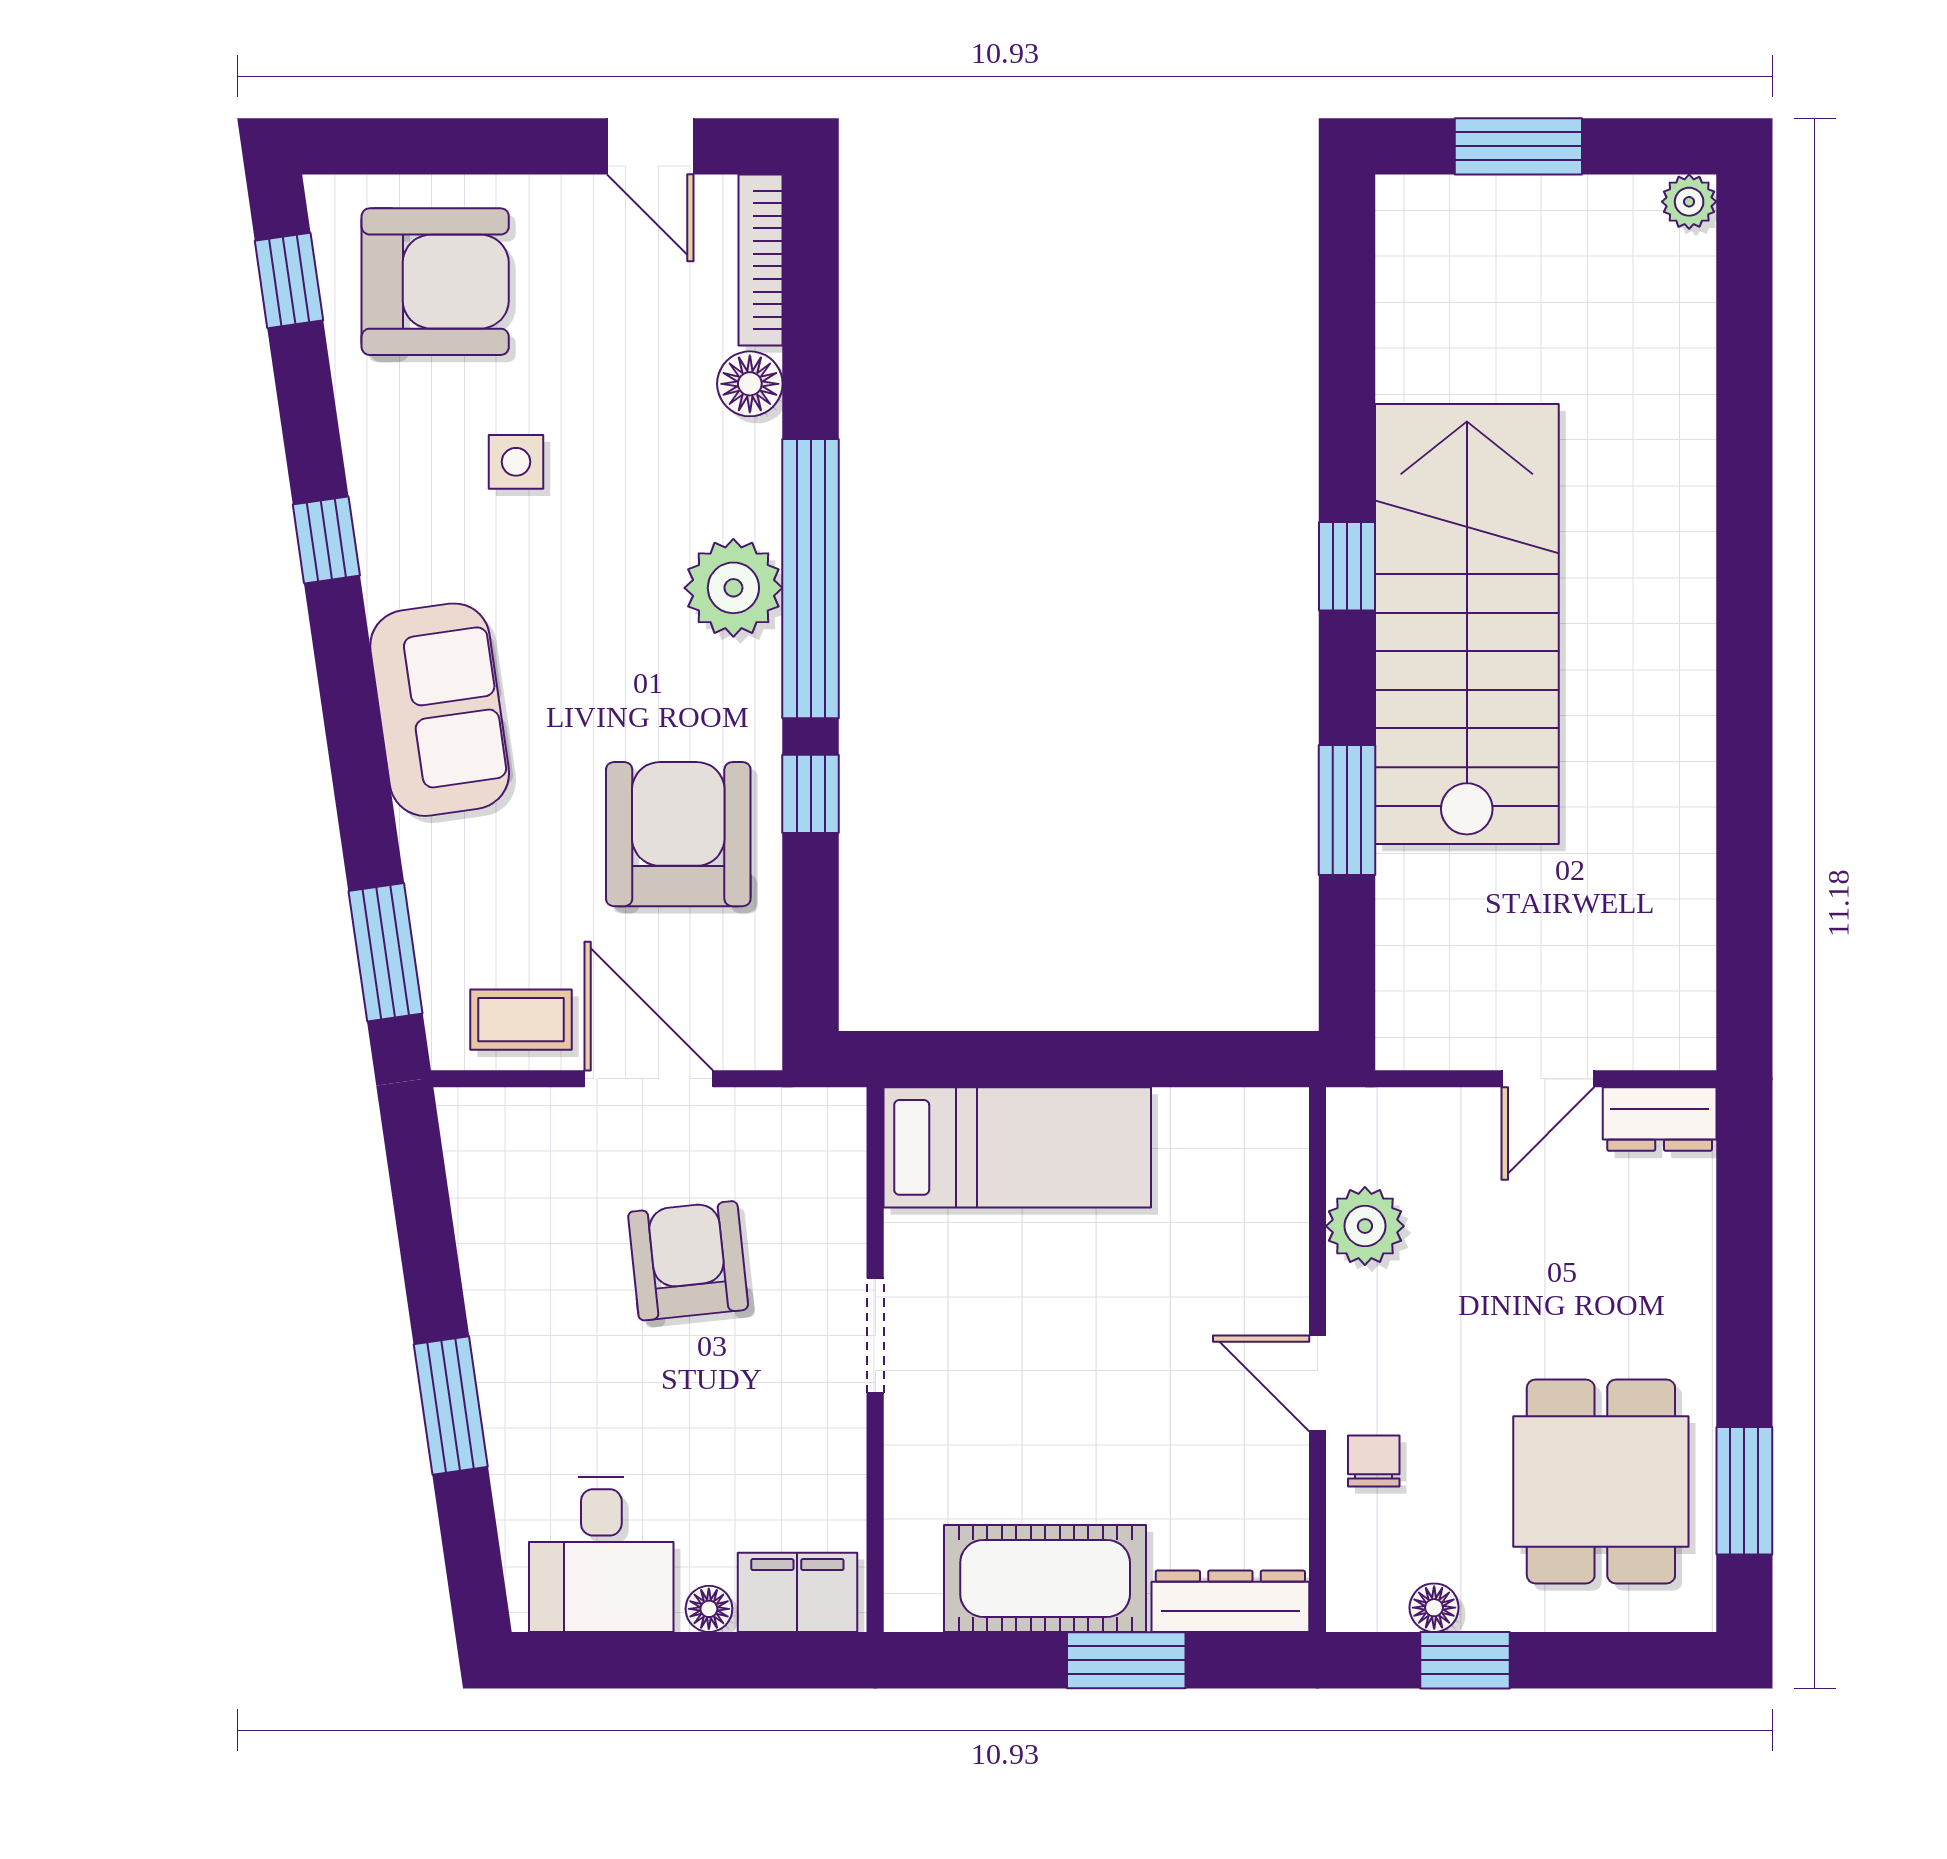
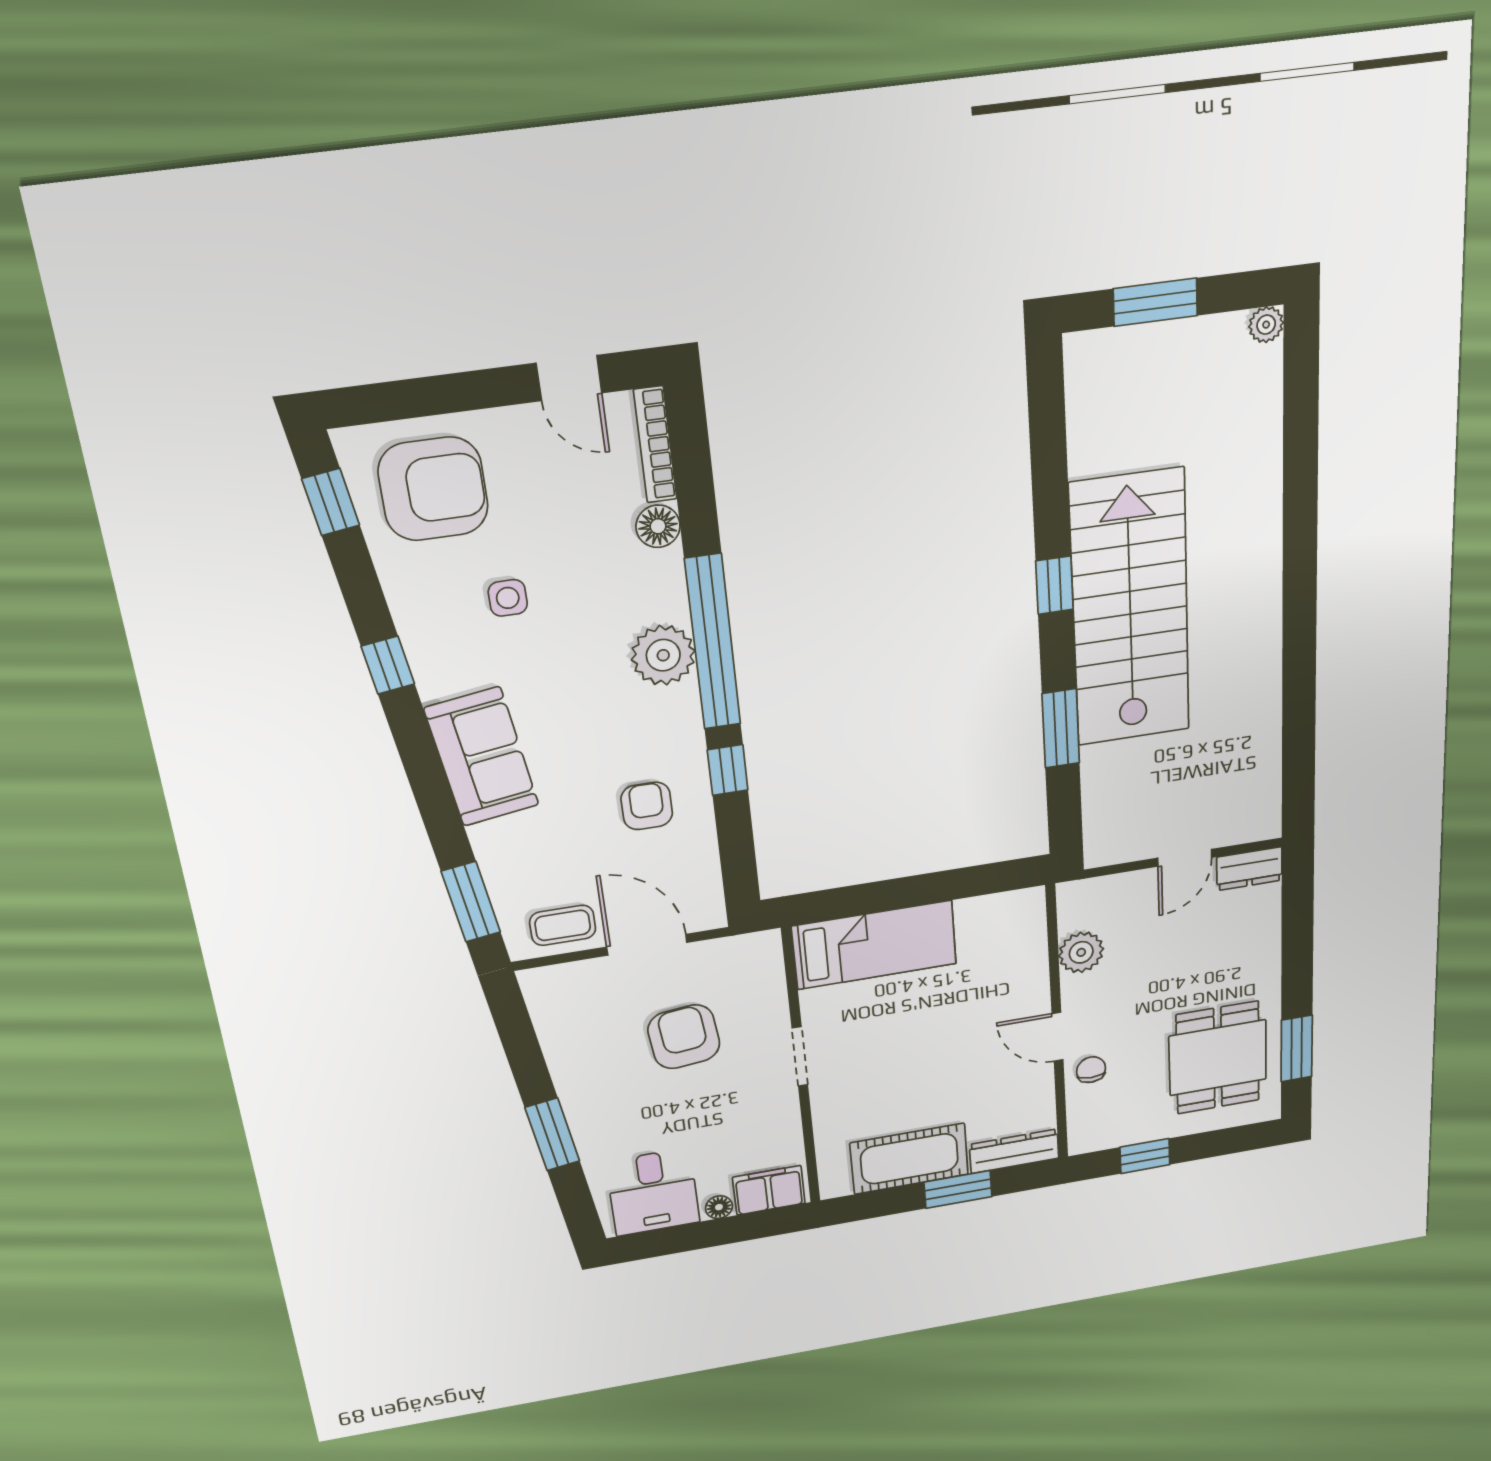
armchair: (678, 834) -> (647, 806), width x0.53, depth x0.53
floor lamp: (1434, 1608) -> (1127, 1134), removed

